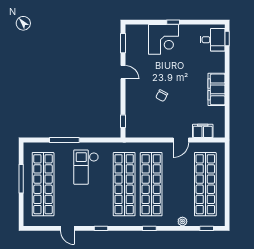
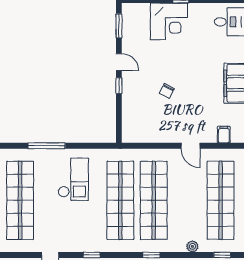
window: (123, 121) -> (119, 86), moved
filing cabinet: (203, 131) -> (224, 135), width x0.50
door: (181, 140) -> (190, 146), hinge flipped
checkout: (86, 167) -> (73, 179), turned 180

